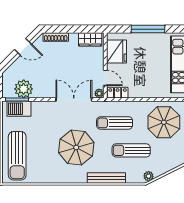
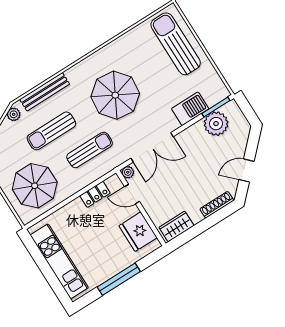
locker: (118, 93) -> (95, 194), moved
barbecue: (19, 109) -> (190, 109), moved
sun lounger: (131, 150) -> (51, 131), turned 180
bench: (106, 178) -> (45, 92), moved

